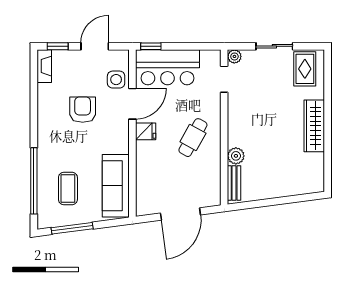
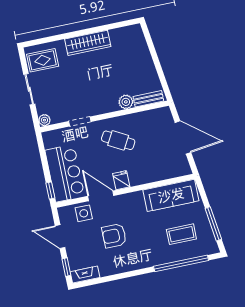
doorway: (224, 79) -> (80, 122), moved

